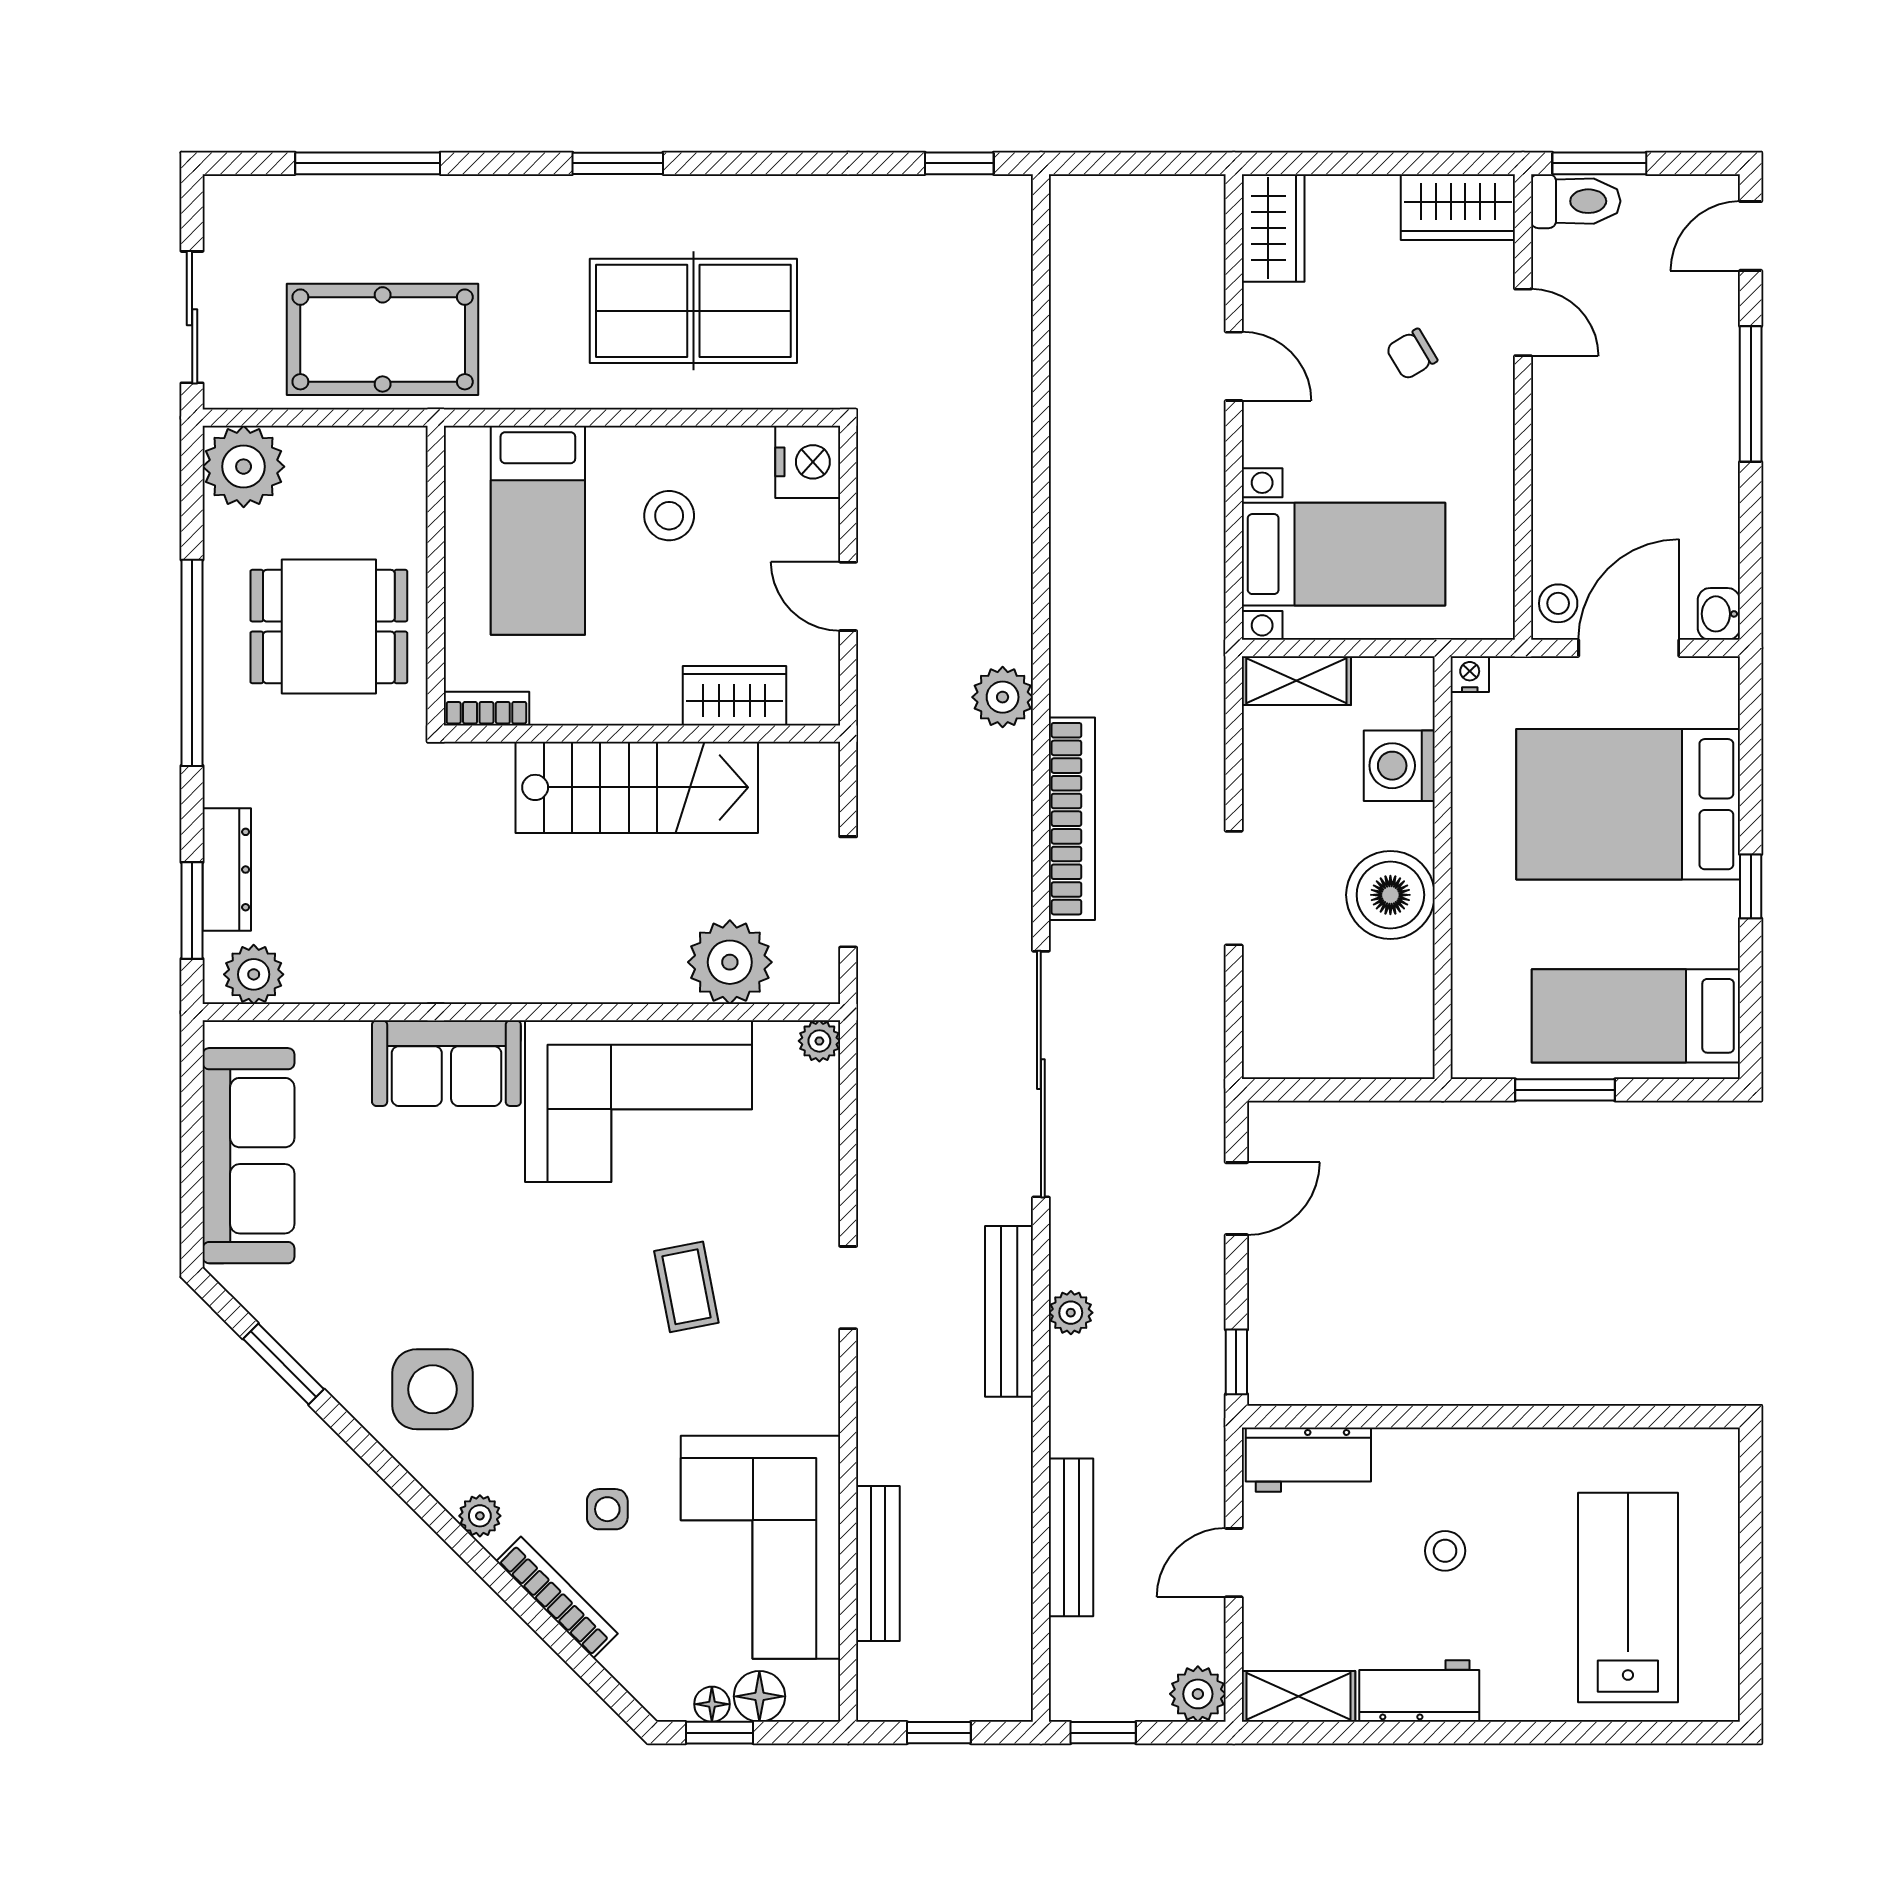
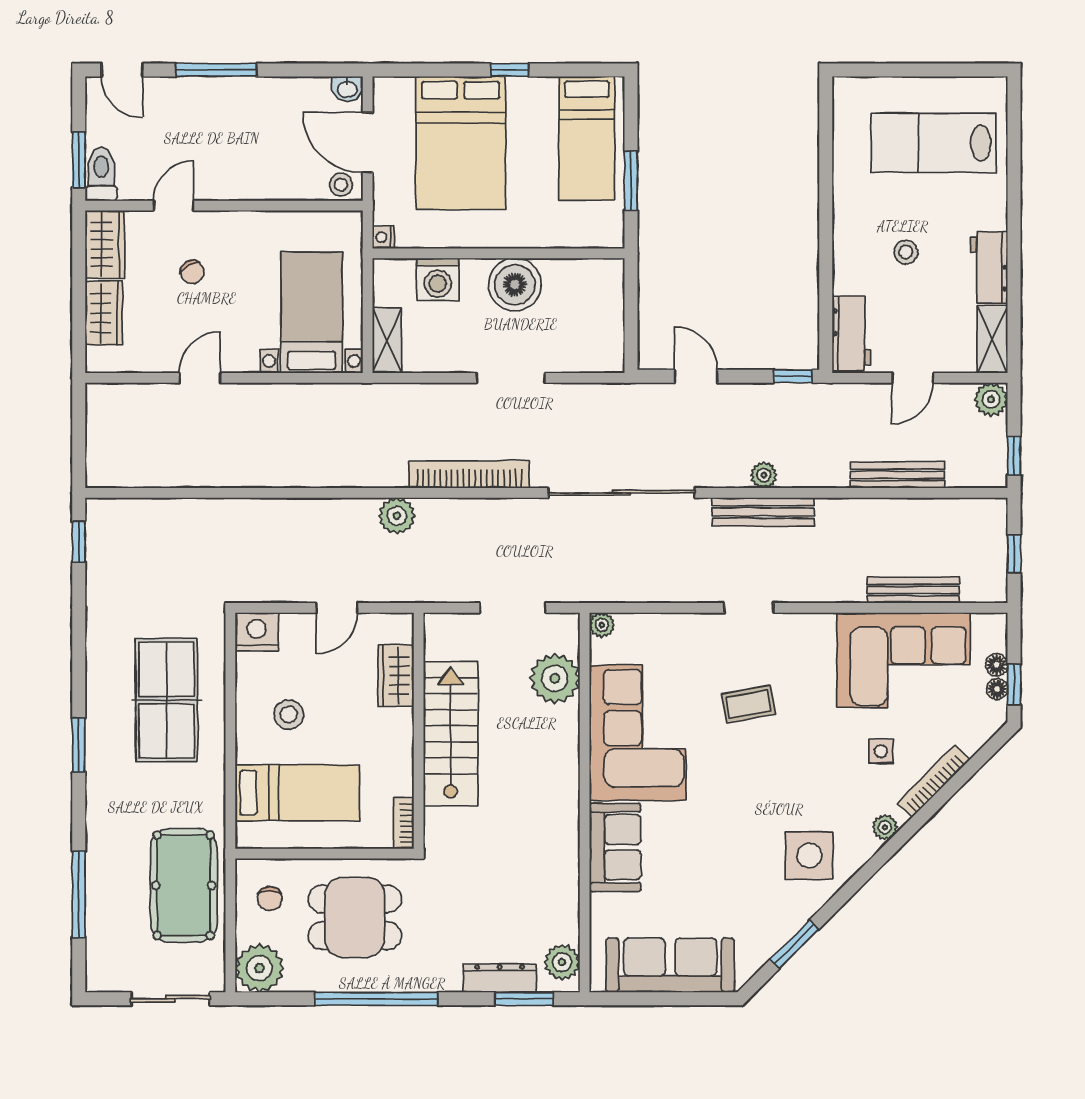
wardrobe: (1273, 228) -> (104, 313), moved, turned 90
chair: (360, 484) -> (270, 899), added
dining table: (329, 627) -> (355, 917), turned 90
door: (1234, 1563) -> (913, 378), hinge flipped
floor lamp: (759, 1696) -> (997, 665), width x0.73, depth x0.73

